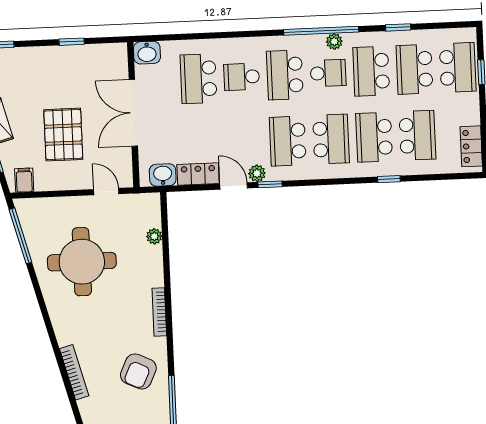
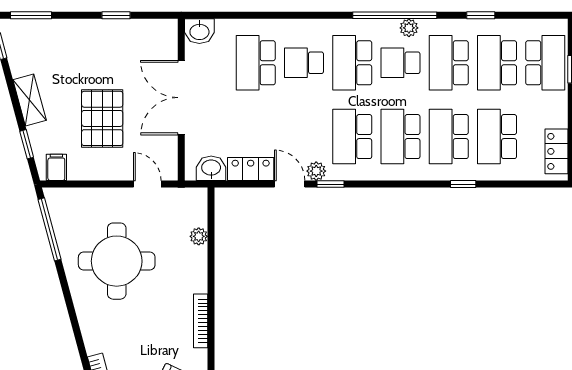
school desk: (328, 73) -> (400, 63), turned 180
school desk: (417, 135) -> (497, 137), turned 180
school desk: (331, 139) -> (400, 137), turned 180

